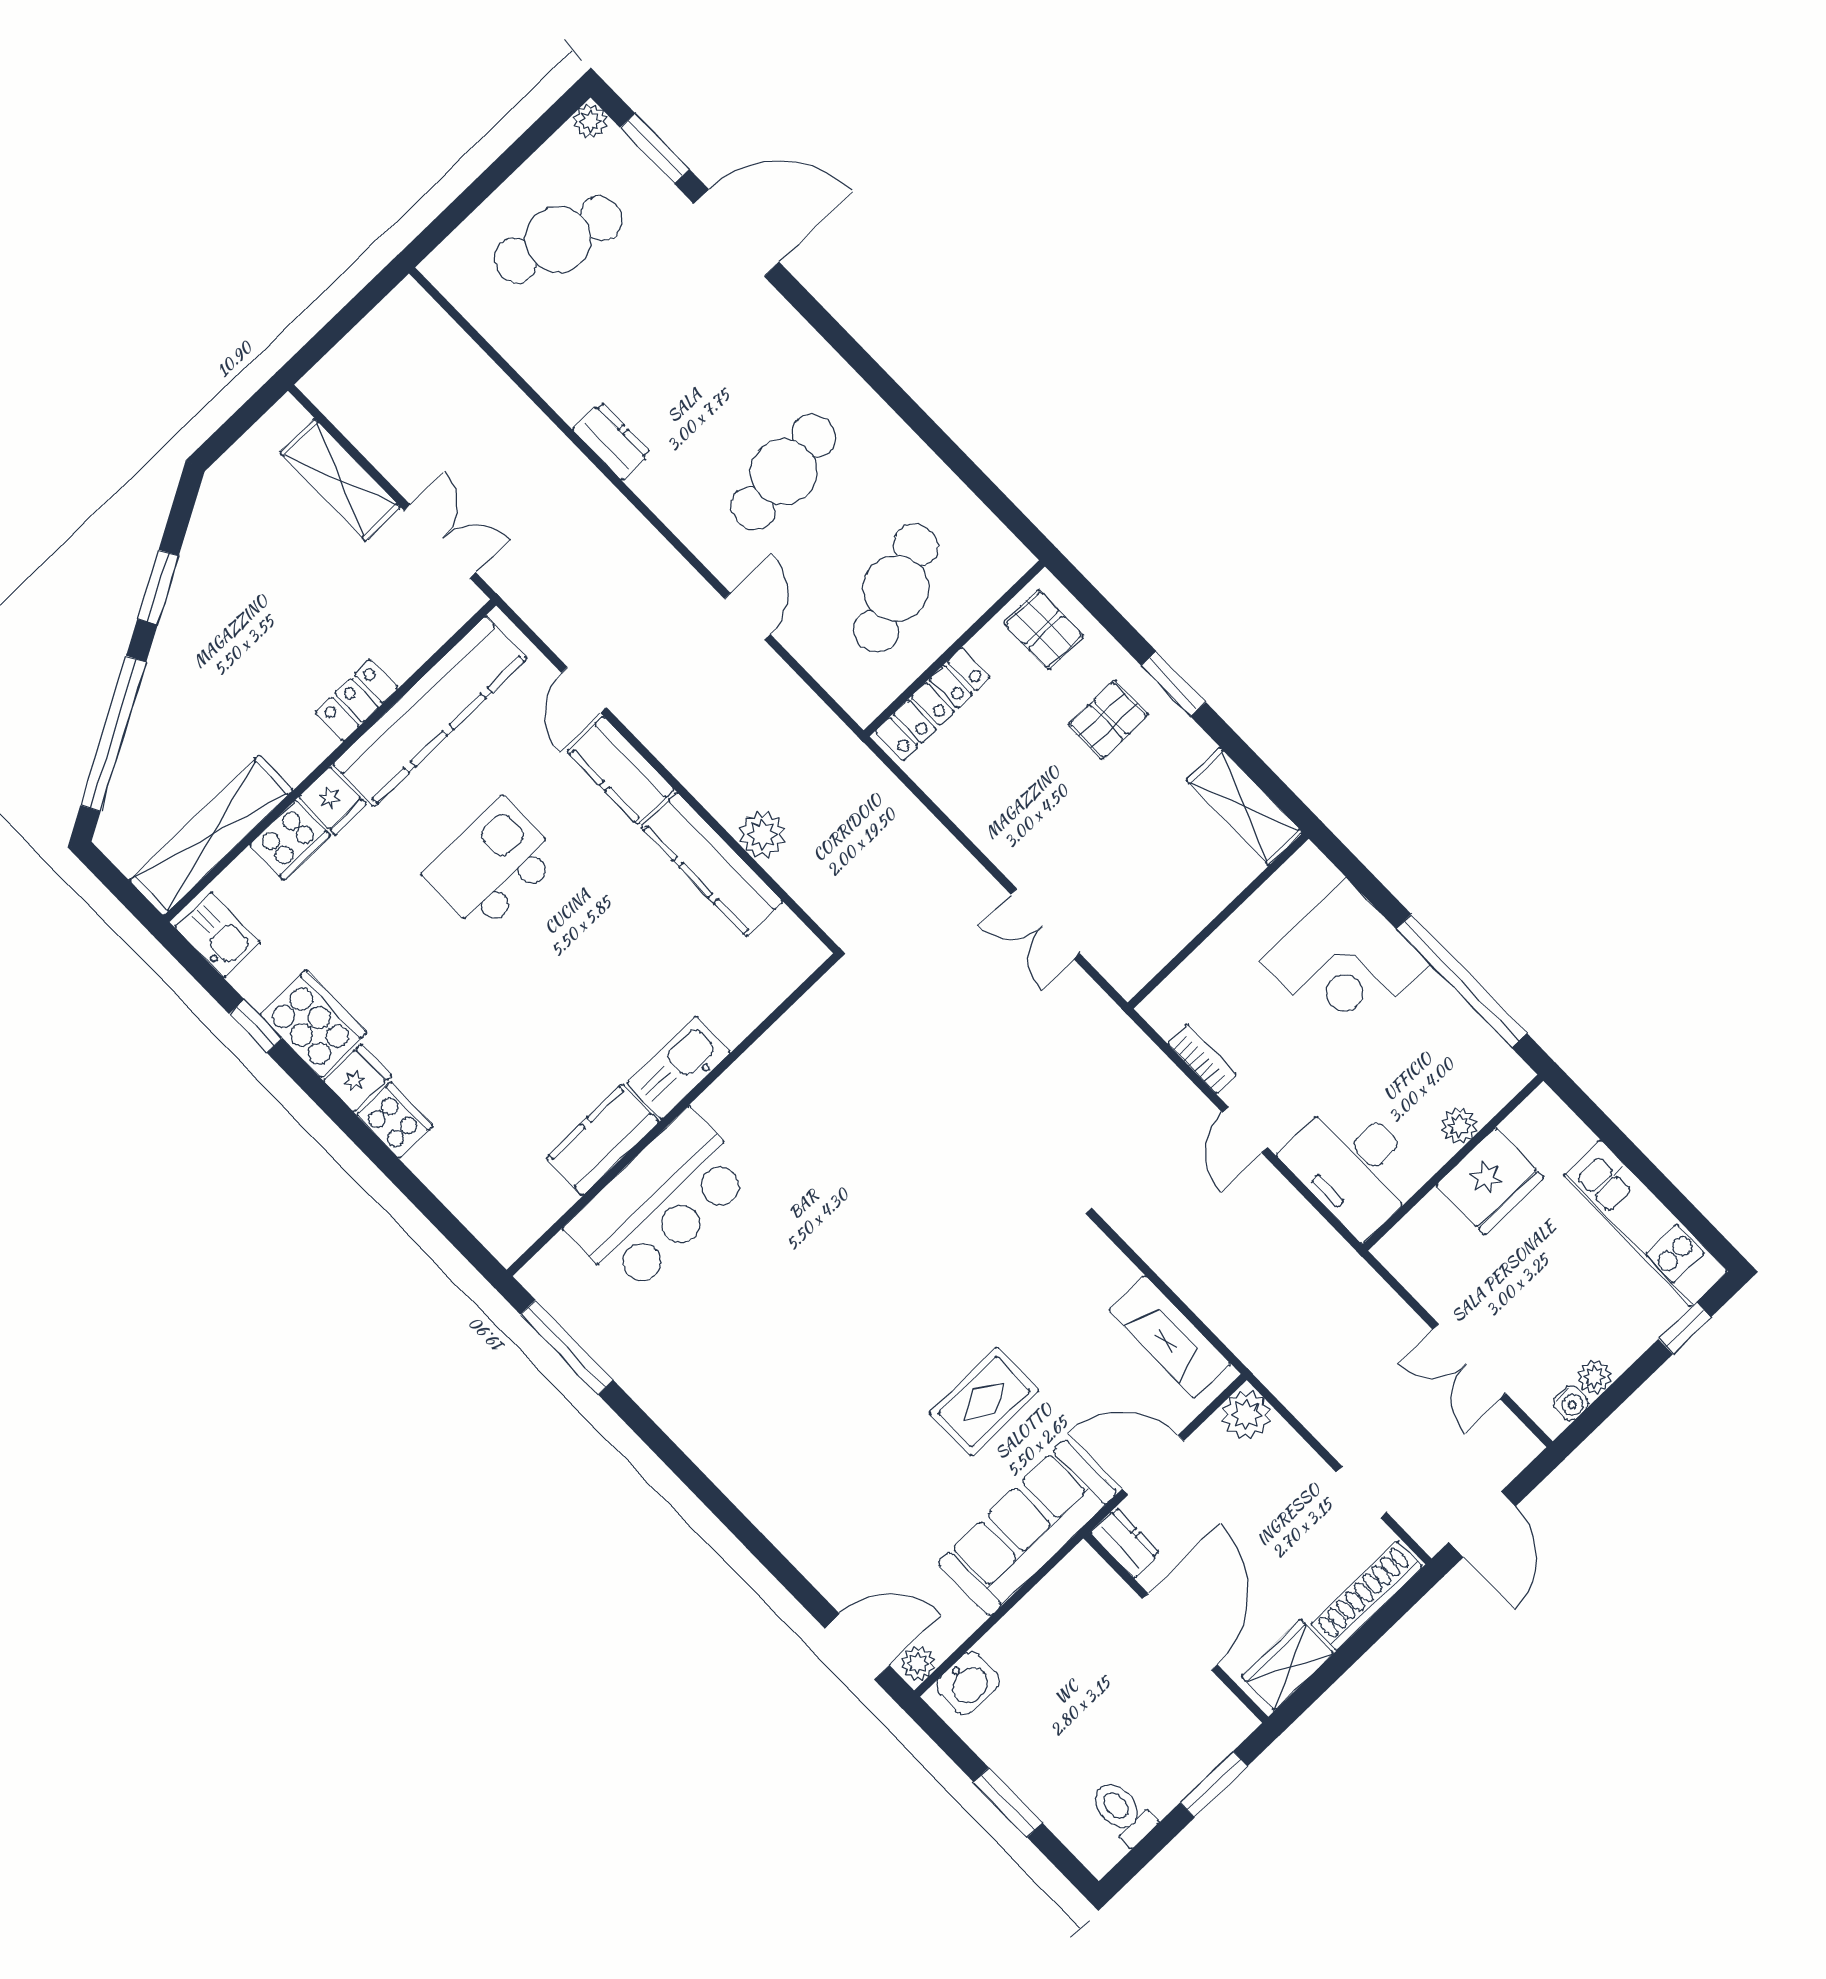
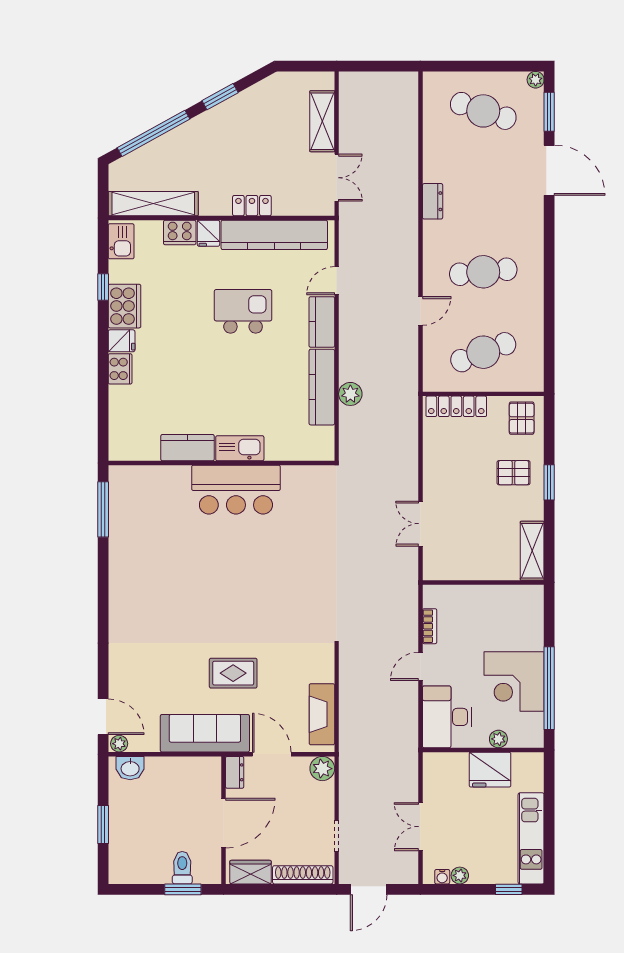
corner desk: (1345, 962) -> (514, 681), moved
bar counter: (660, 1202) -> (236, 490), moved
toilet: (1122, 1812) -> (182, 868), moved

